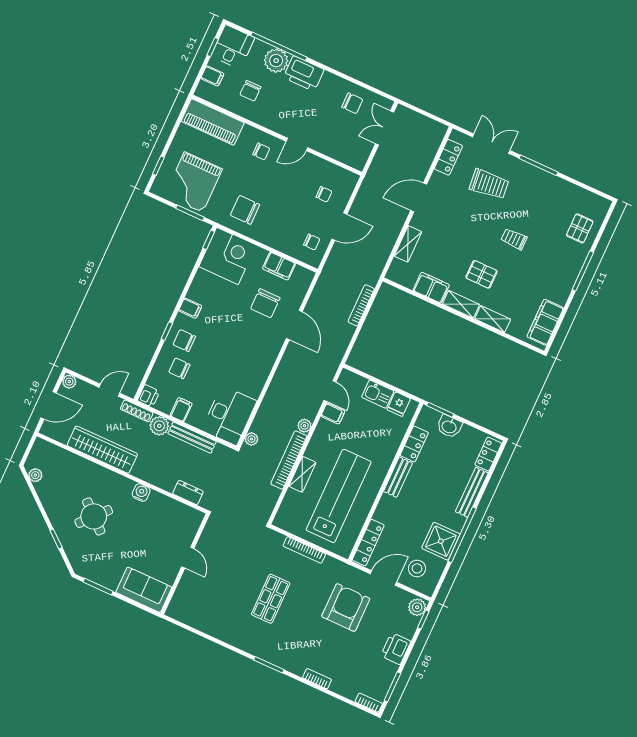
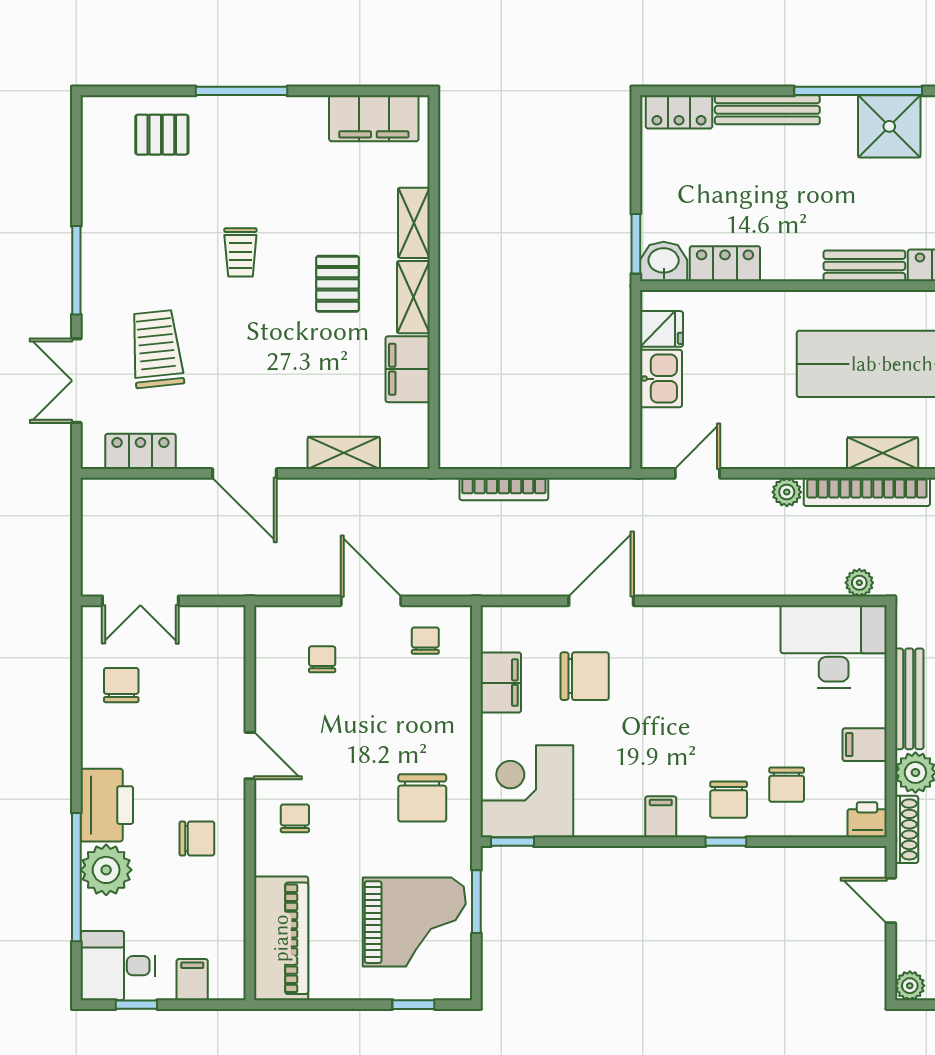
chair: (250, 91) -> (197, 838), moved
filing cabinet: (333, 414) -> (738, 448), removed
washbasin: (449, 426) -> (664, 262), moved, turned -90
bench: (398, 477) -> (864, 266), moved

